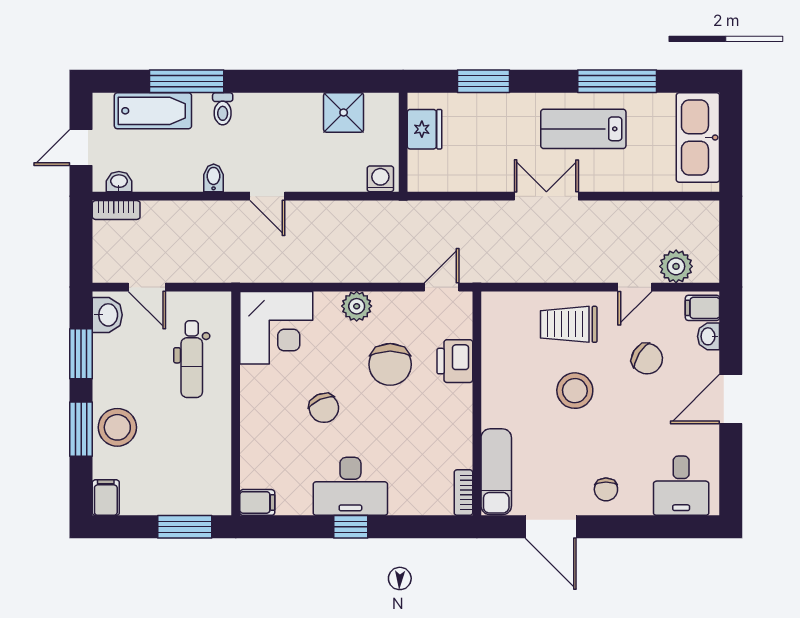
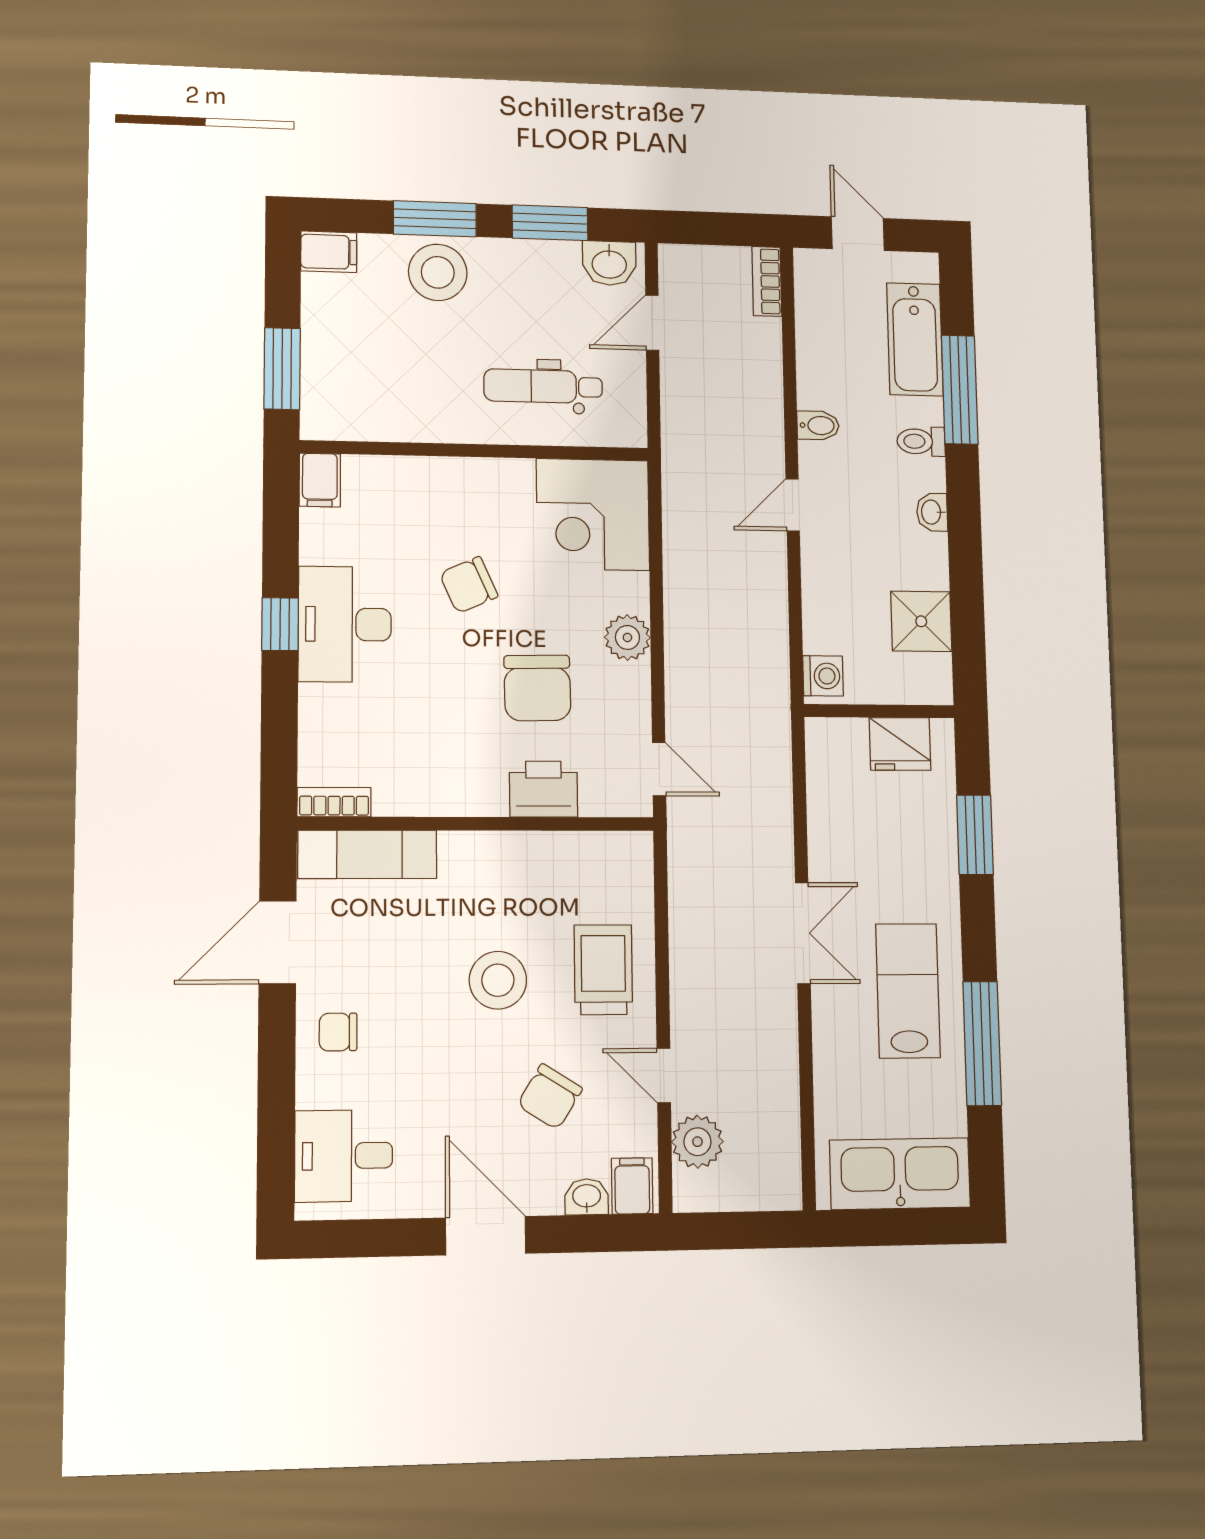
washbasin: (119, 182) -> (932, 512), moved, turned 180
chair: (390, 364) -> (537, 688), turned -91

